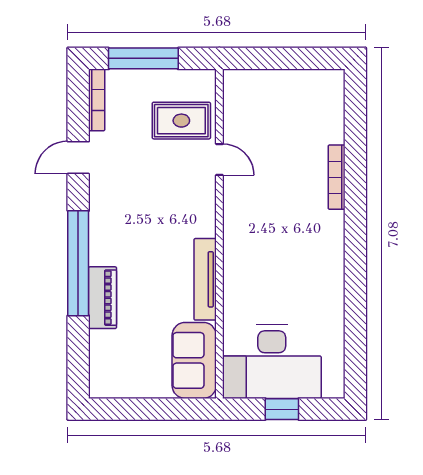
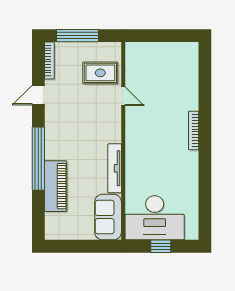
bookcase: (337, 177) -> (194, 131), moved
piano: (103, 298) -> (56, 186), width x1.37, depth x1.33

